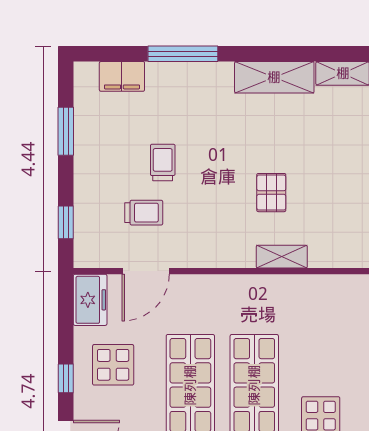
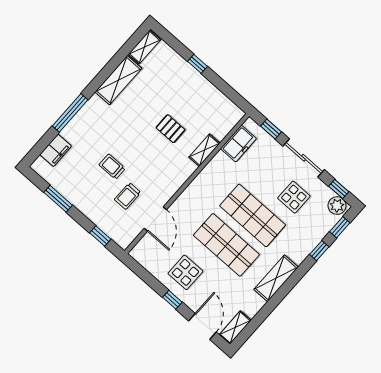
trolley: (144, 213) -> (128, 196), turned 180
freezer: (90, 300) -> (238, 144), moved, turned 90

